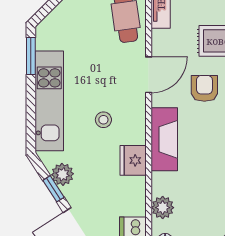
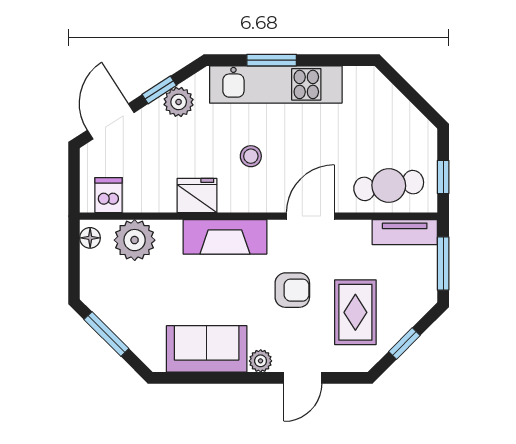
window: (31, 56) -> (272, 60), moved
door: (149, 75) -> (310, 216), swing flipped
plant: (163, 208) -> (135, 240), width x1.36, depth x1.36

